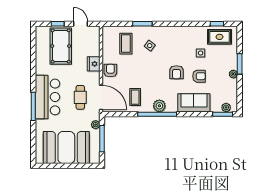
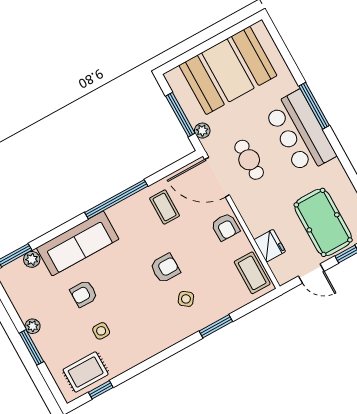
coffee table: (126, 44) -> (252, 273), moved
fridge: (94, 64) -> (270, 246), moved
armchair: (176, 72) -> (165, 268), moved, turned 90
sofa: (194, 103) -> (78, 243), width x1.36
plant: (159, 106) -> (120, 214), removed
plant: (226, 107) -> (32, 259), moved

